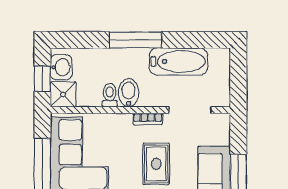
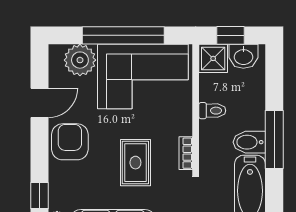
bidet: (129, 93) -> (249, 142), moved, turned 180
rug: (156, 164) -> (135, 163), turned 90

